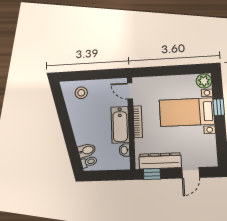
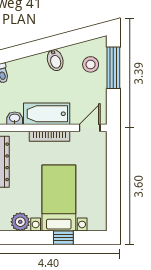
window: (83, 75) -> (113, 68), added
plant: (204, 81) -> (20, 222), moved
bidet: (87, 150) -> (55, 60), moved

